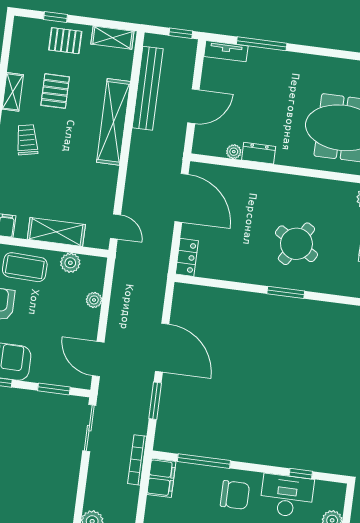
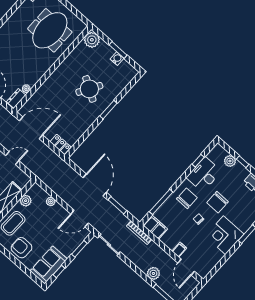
dresser: (259, 153) -> (16, 98), moved
door: (115, 226) -> (12, 158), moved
door: (162, 348) -> (95, 185), hinge flipped

